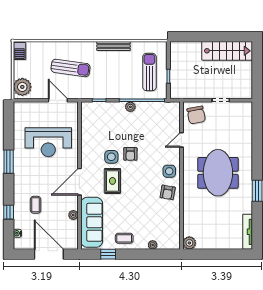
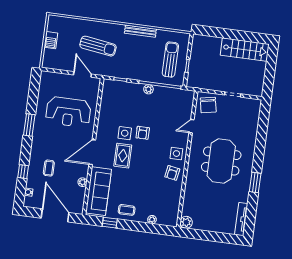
barbecue: (20, 51) -> (51, 40), moved
plant: (22, 87) -> (51, 58), removed

